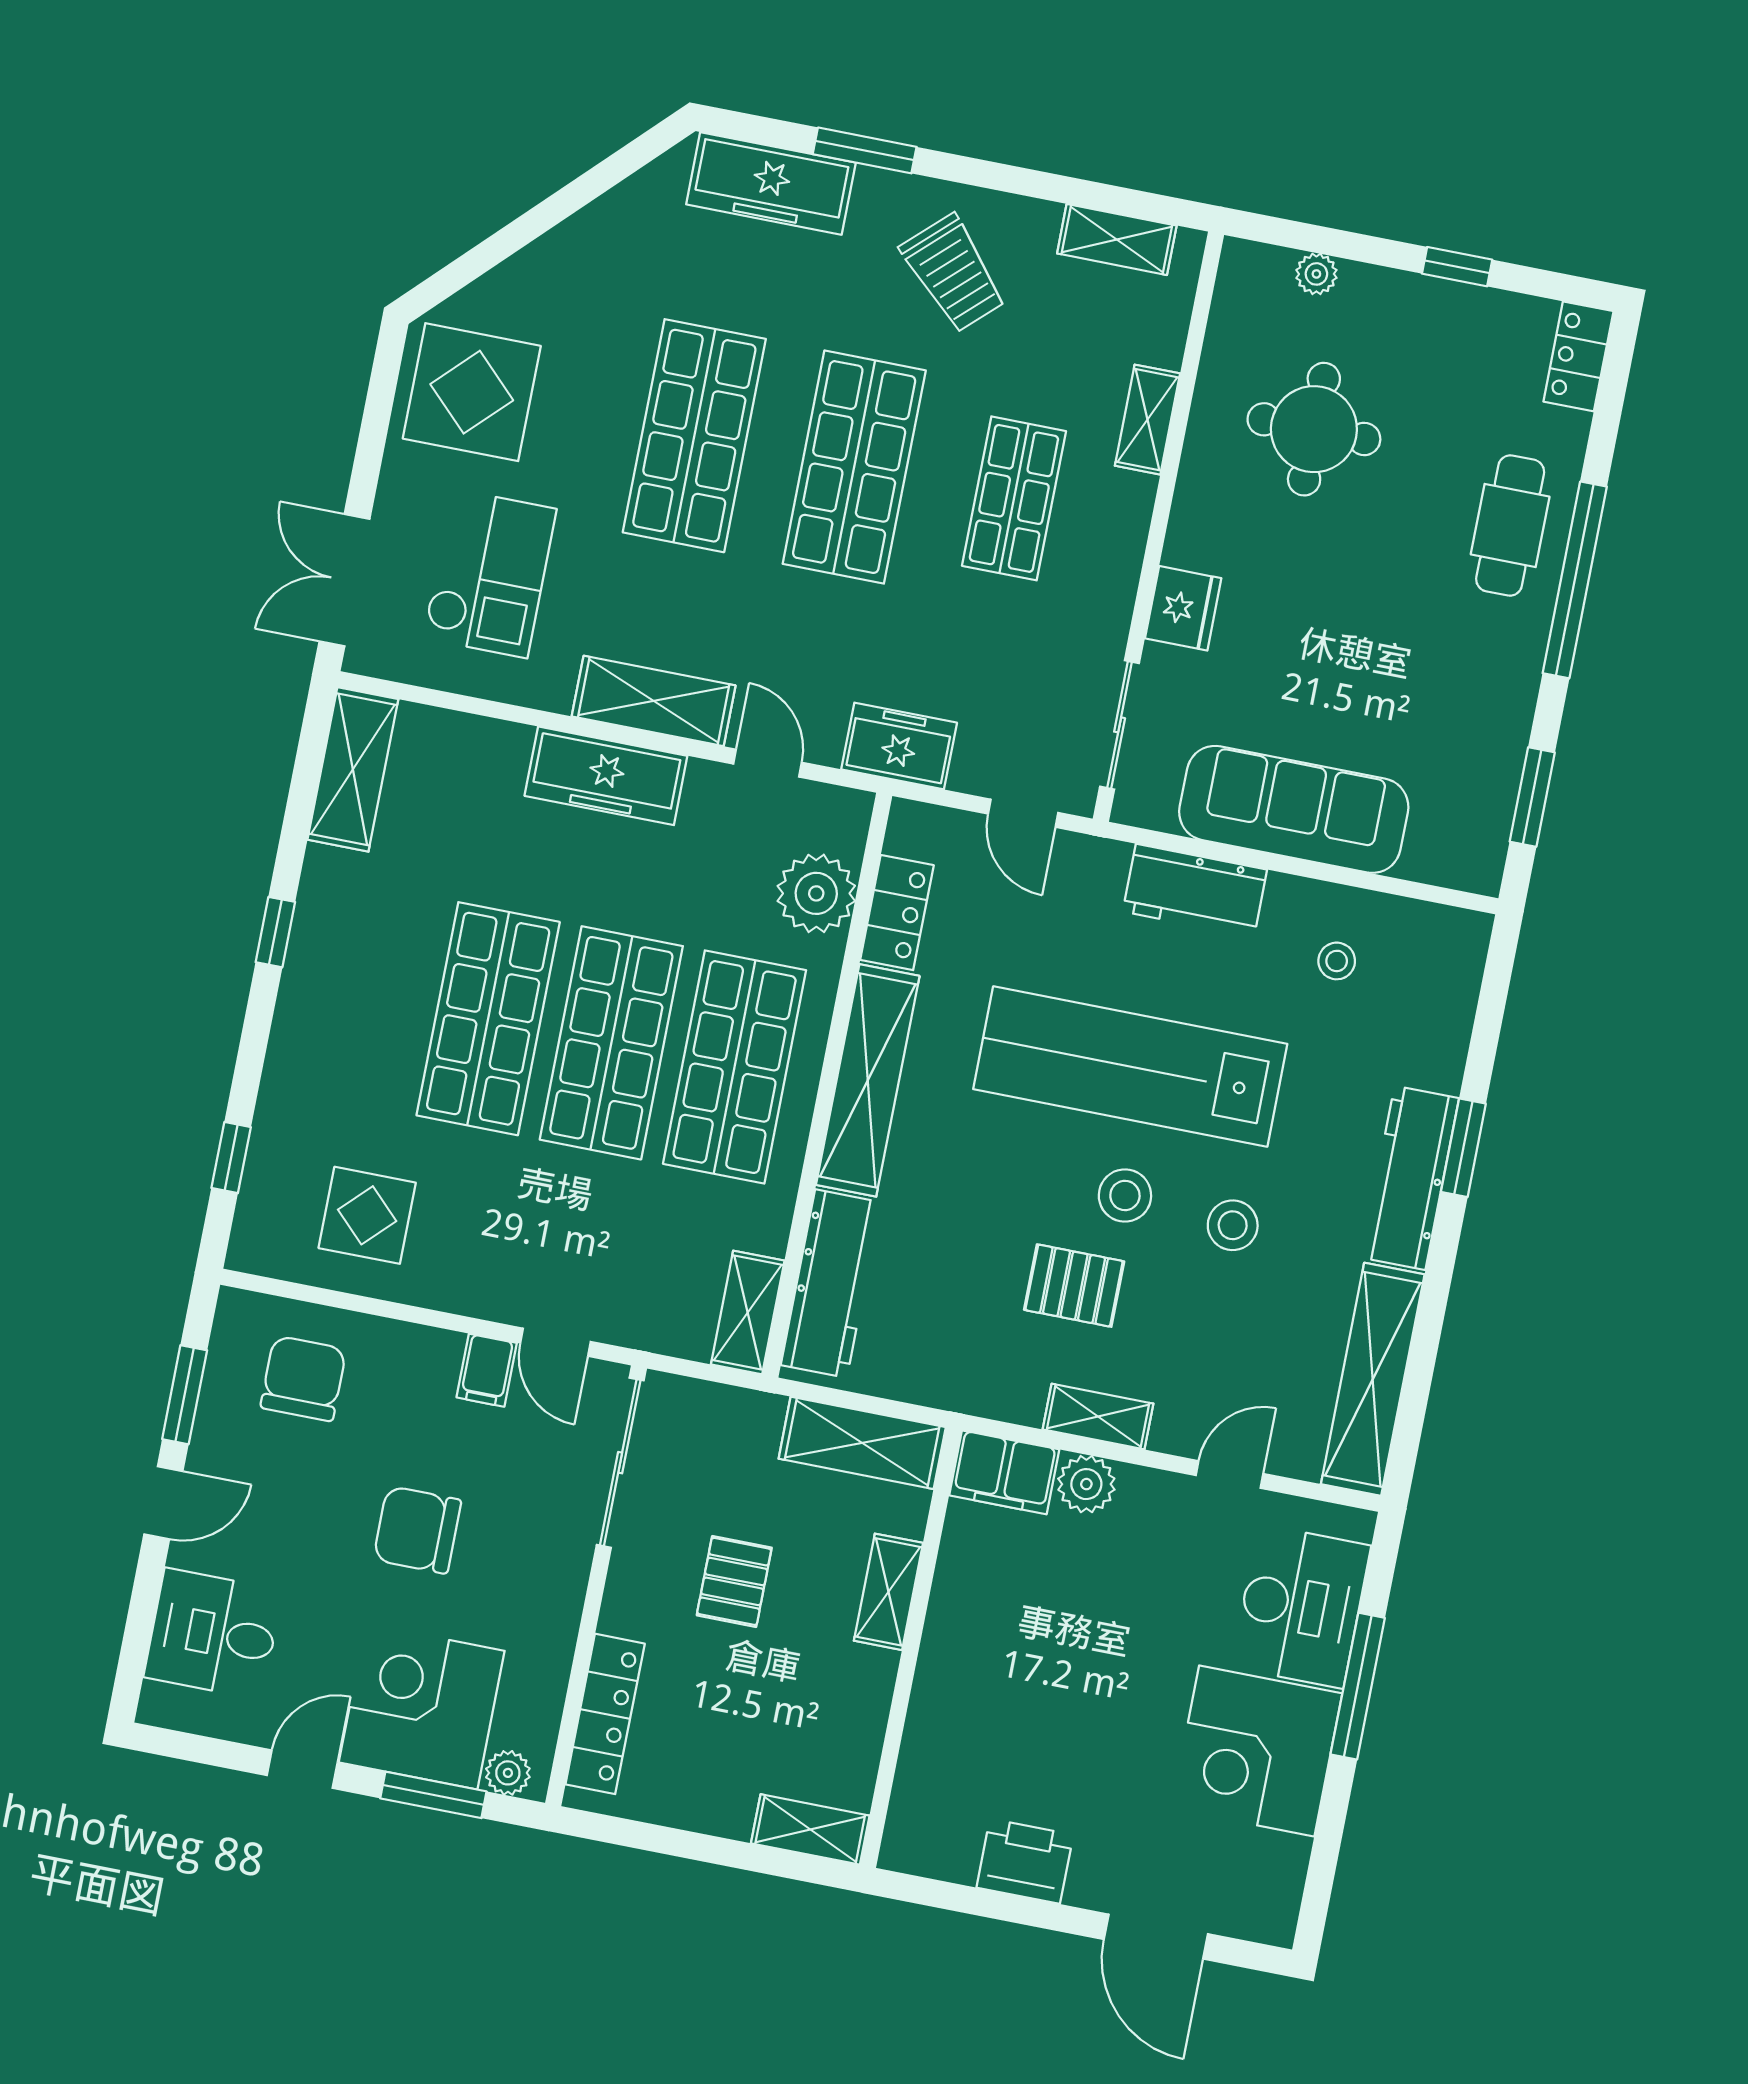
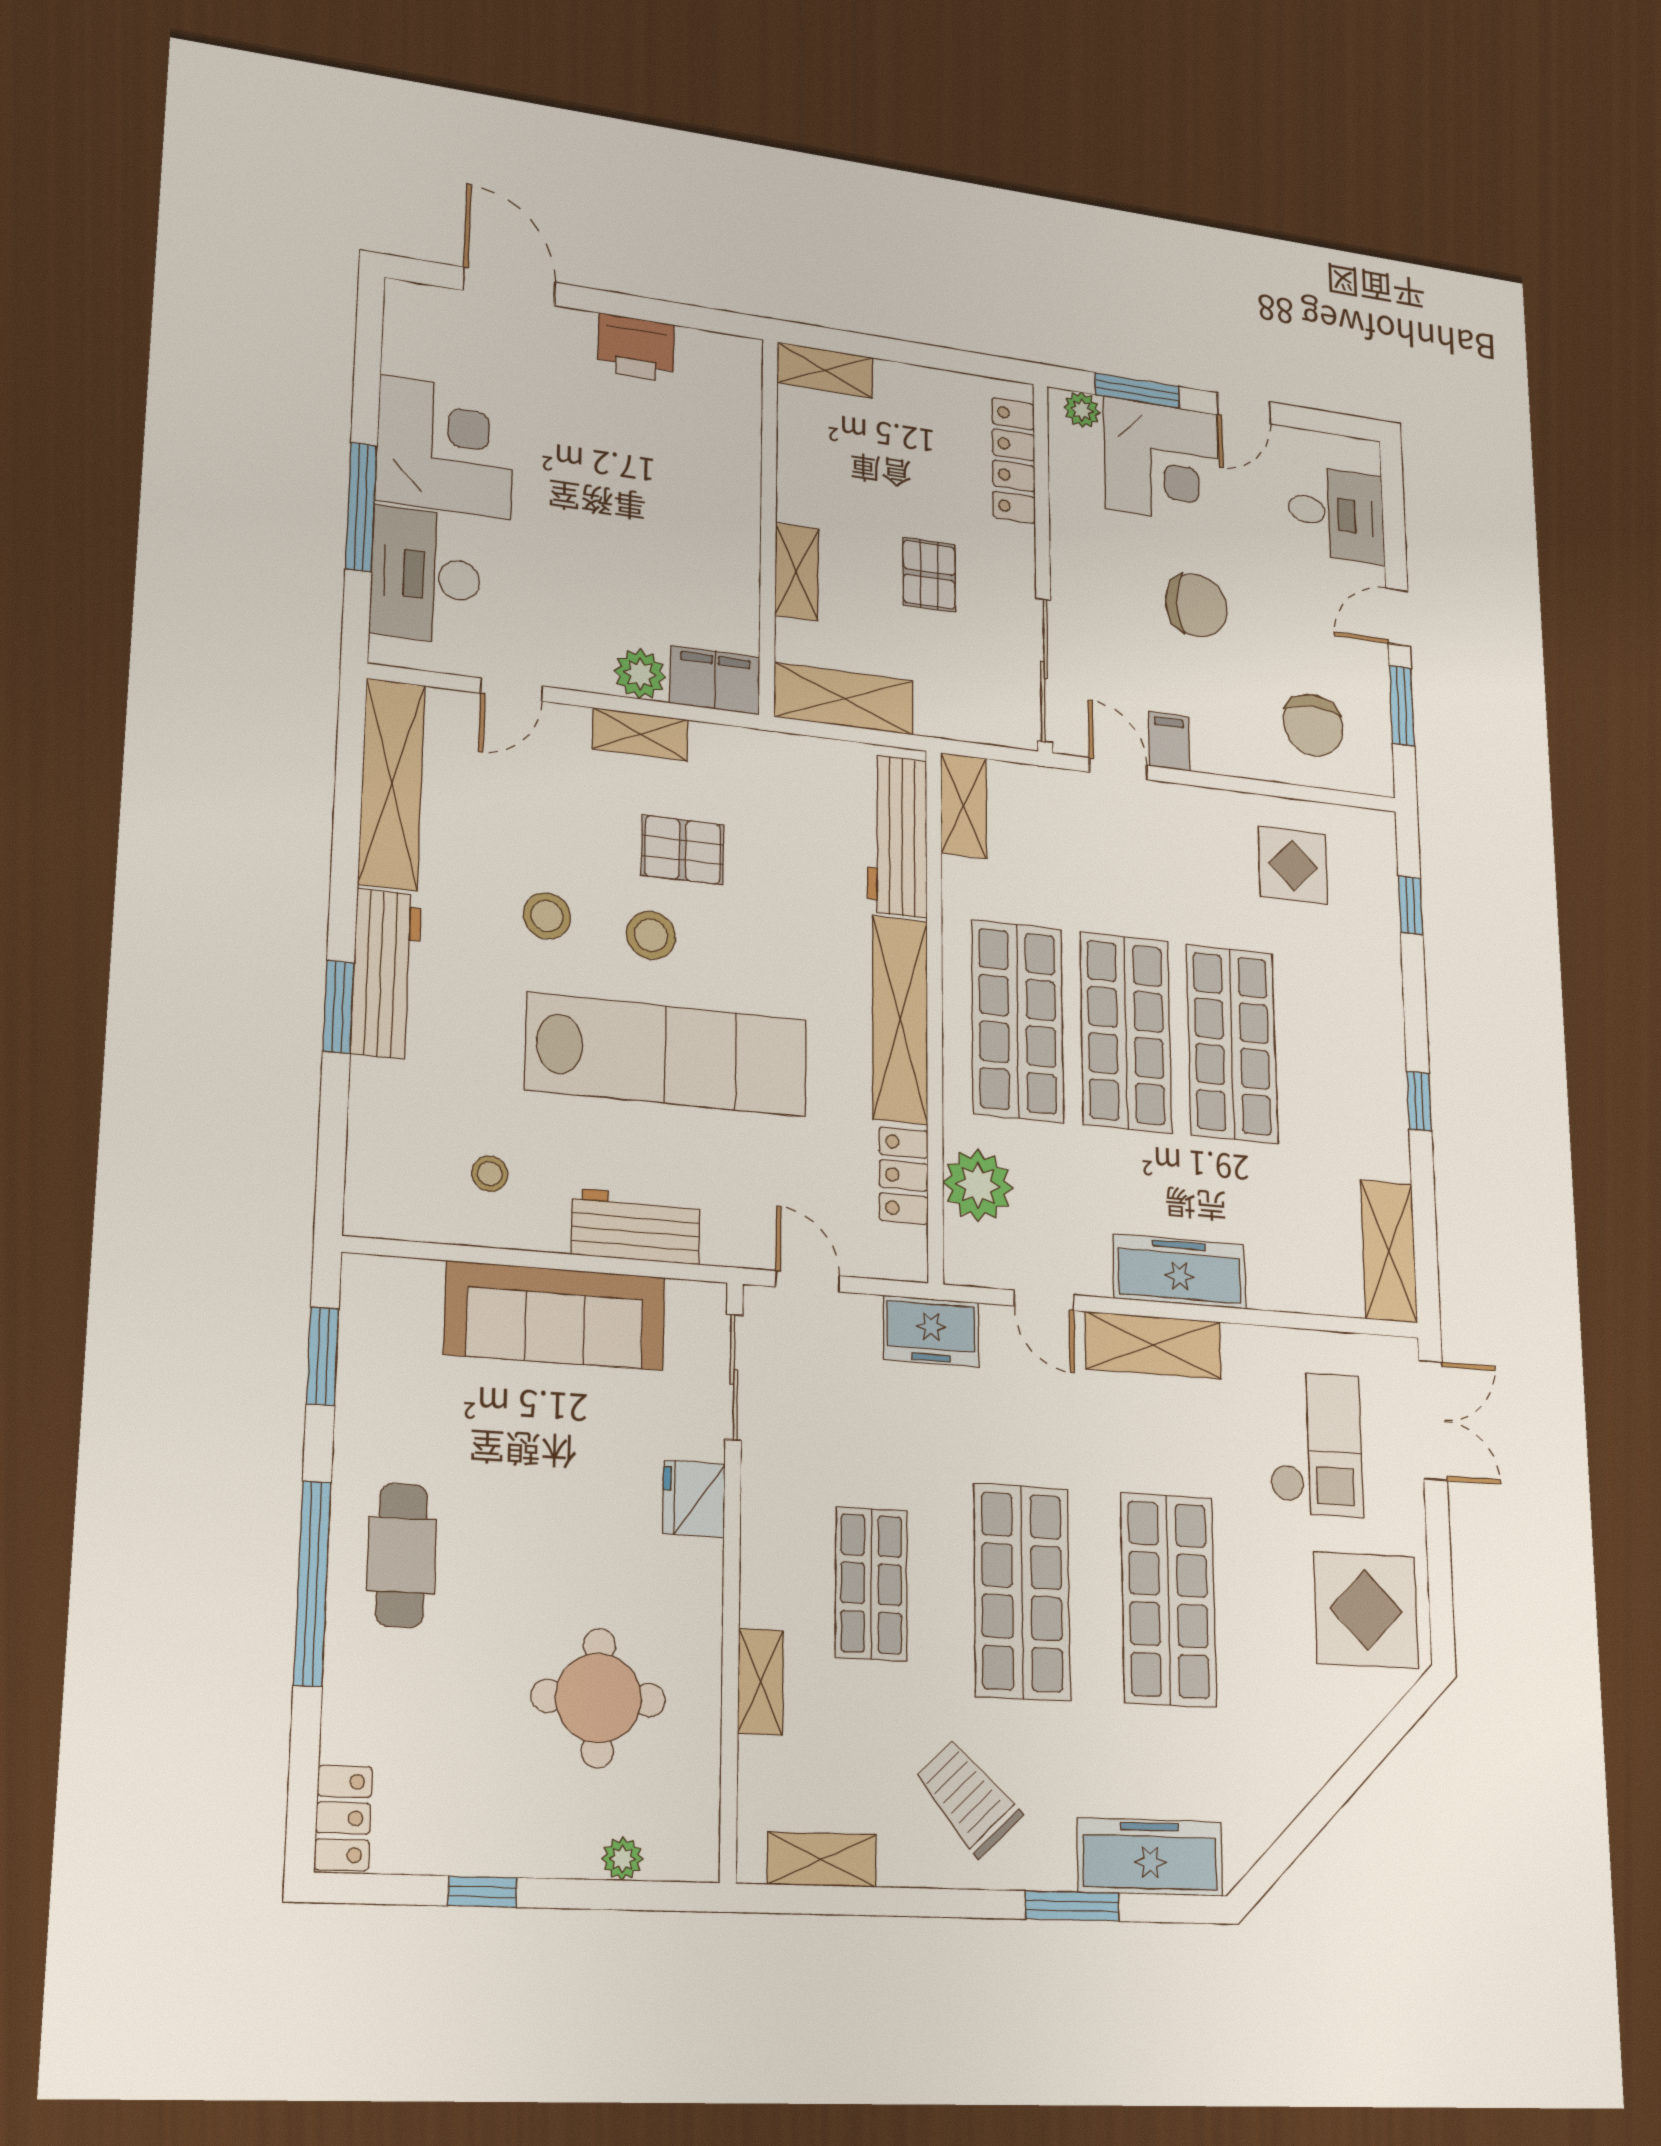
cafe table: (1510, 526) -> (402, 1555), moved
checkout: (489, 573) -> (1316, 1444), turned 180

